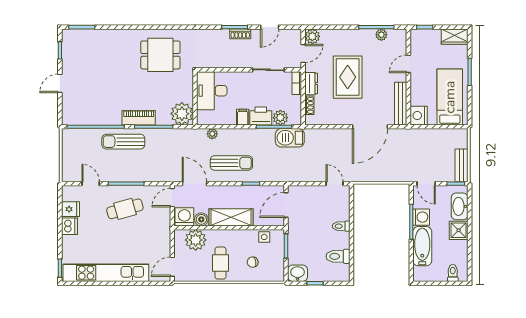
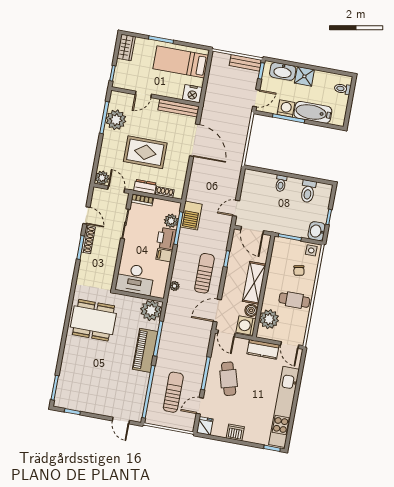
shoe rack: (240, 34) -> (88, 239), width x1.43
plant: (381, 35) -> (116, 120), width x1.88, depth x1.88
dining table: (160, 55) -> (93, 320), width x1.38
door: (408, 64) -> (143, 94), hinge flipped
door: (60, 83) -> (121, 421), moved
piano: (139, 118) -> (145, 350), width x1.37, depth x1.33
sun lounger: (123, 142) -> (173, 392), moved, turned 180
door: (335, 184) -> (236, 208), moved
fridge: (70, 209) -> (205, 426), moved
side table: (264, 237) -> (311, 250), moved
kitchen counter: (163, 239) -> (263, 349), added

